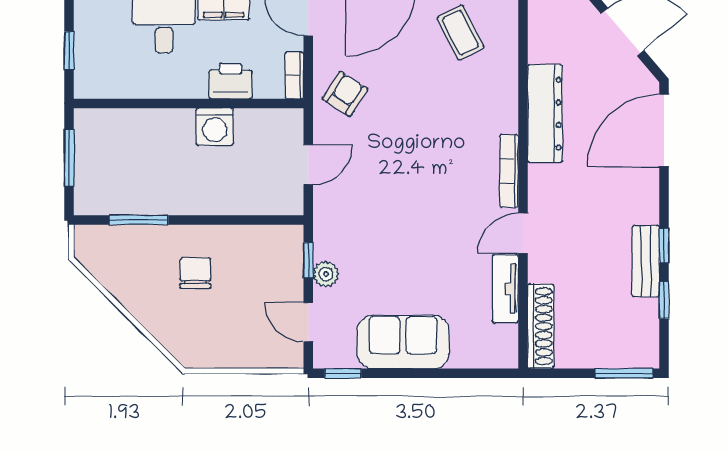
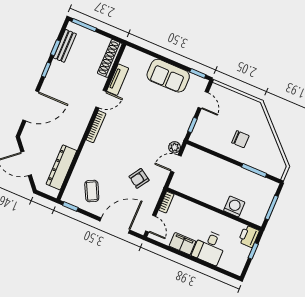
printer: (230, 81) -> (249, 236), moved, turned 90
armchair: (345, 94) -> (139, 178), moved
dresser: (545, 114) -> (61, 167), moved
washing machine: (215, 127) -> (234, 206), moved
door: (664, 130) -> (31, 106), moved
bench: (646, 261) -> (65, 46), moved
chair: (195, 273) -> (240, 139), turned -90
plant: (326, 274) -> (175, 147), moved

